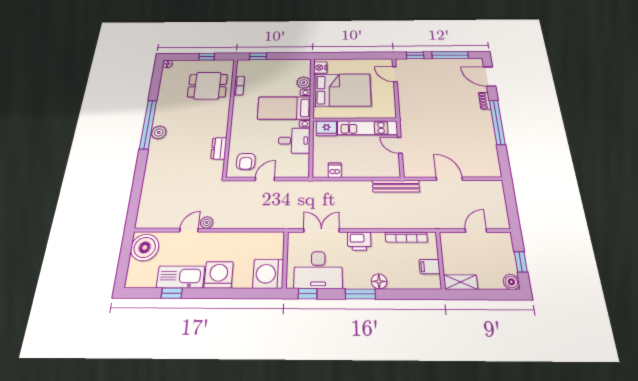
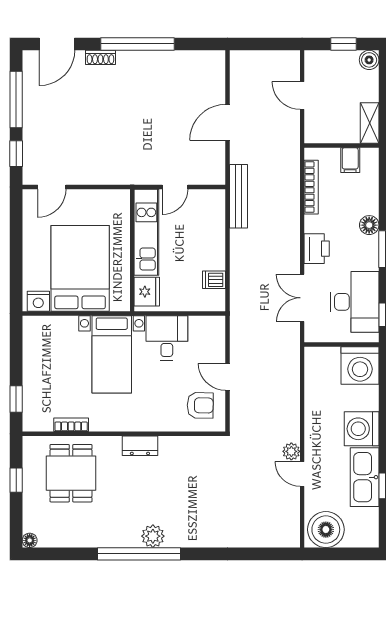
plant: (304, 83) -> (66, 326), removed
dresser: (219, 148) -> (140, 446), moved

